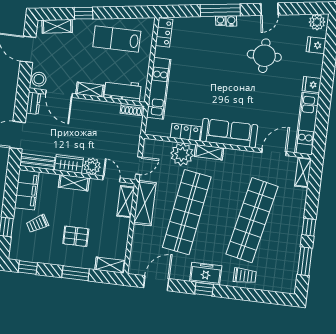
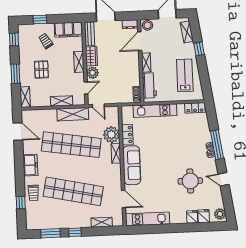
fridge: (312, 85) -> (192, 217), moved
shelving: (303, 172) -> (102, 222), moved
shelving: (126, 202) -> (62, 101), moved
window: (204, 289) -> (21, 203), moved

